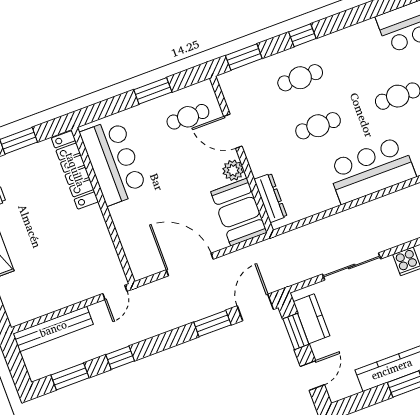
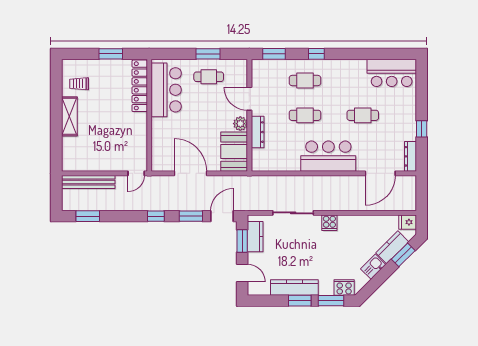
cafe table: (188, 117) -> (209, 77), moved
dresser: (270, 198) -> (258, 132), moved
window: (120, 358) -> (156, 216), moved
door: (312, 376) -> (242, 273), hinge flipped

